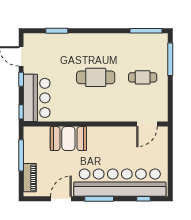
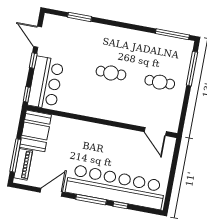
cafe table: (96, 77) -> (111, 73), width x0.73, depth x0.74
door: (147, 124) -> (155, 132), hinge flipped
booth: (68, 139) -> (35, 131), moved, turned 90
window: (21, 155) -> (15, 155), moved
window: (143, 199) -> (120, 205), moved

